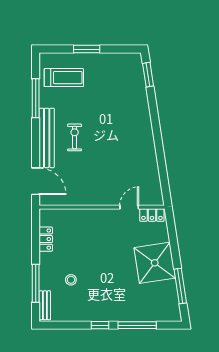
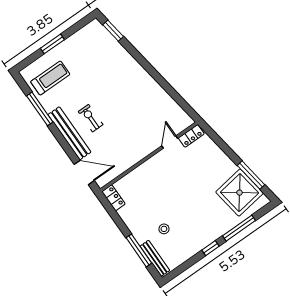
locker: (46, 239) -> (113, 198), moved
shower: (155, 263) -> (240, 193), moved
bench: (45, 305) -> (155, 258), width x1.36

